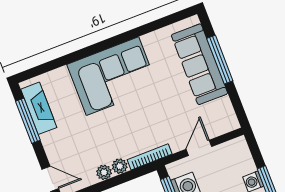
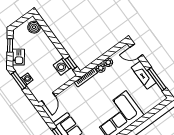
fireplace: (39, 108) -> (144, 75), moved
door: (199, 148) -> (48, 98), moved

